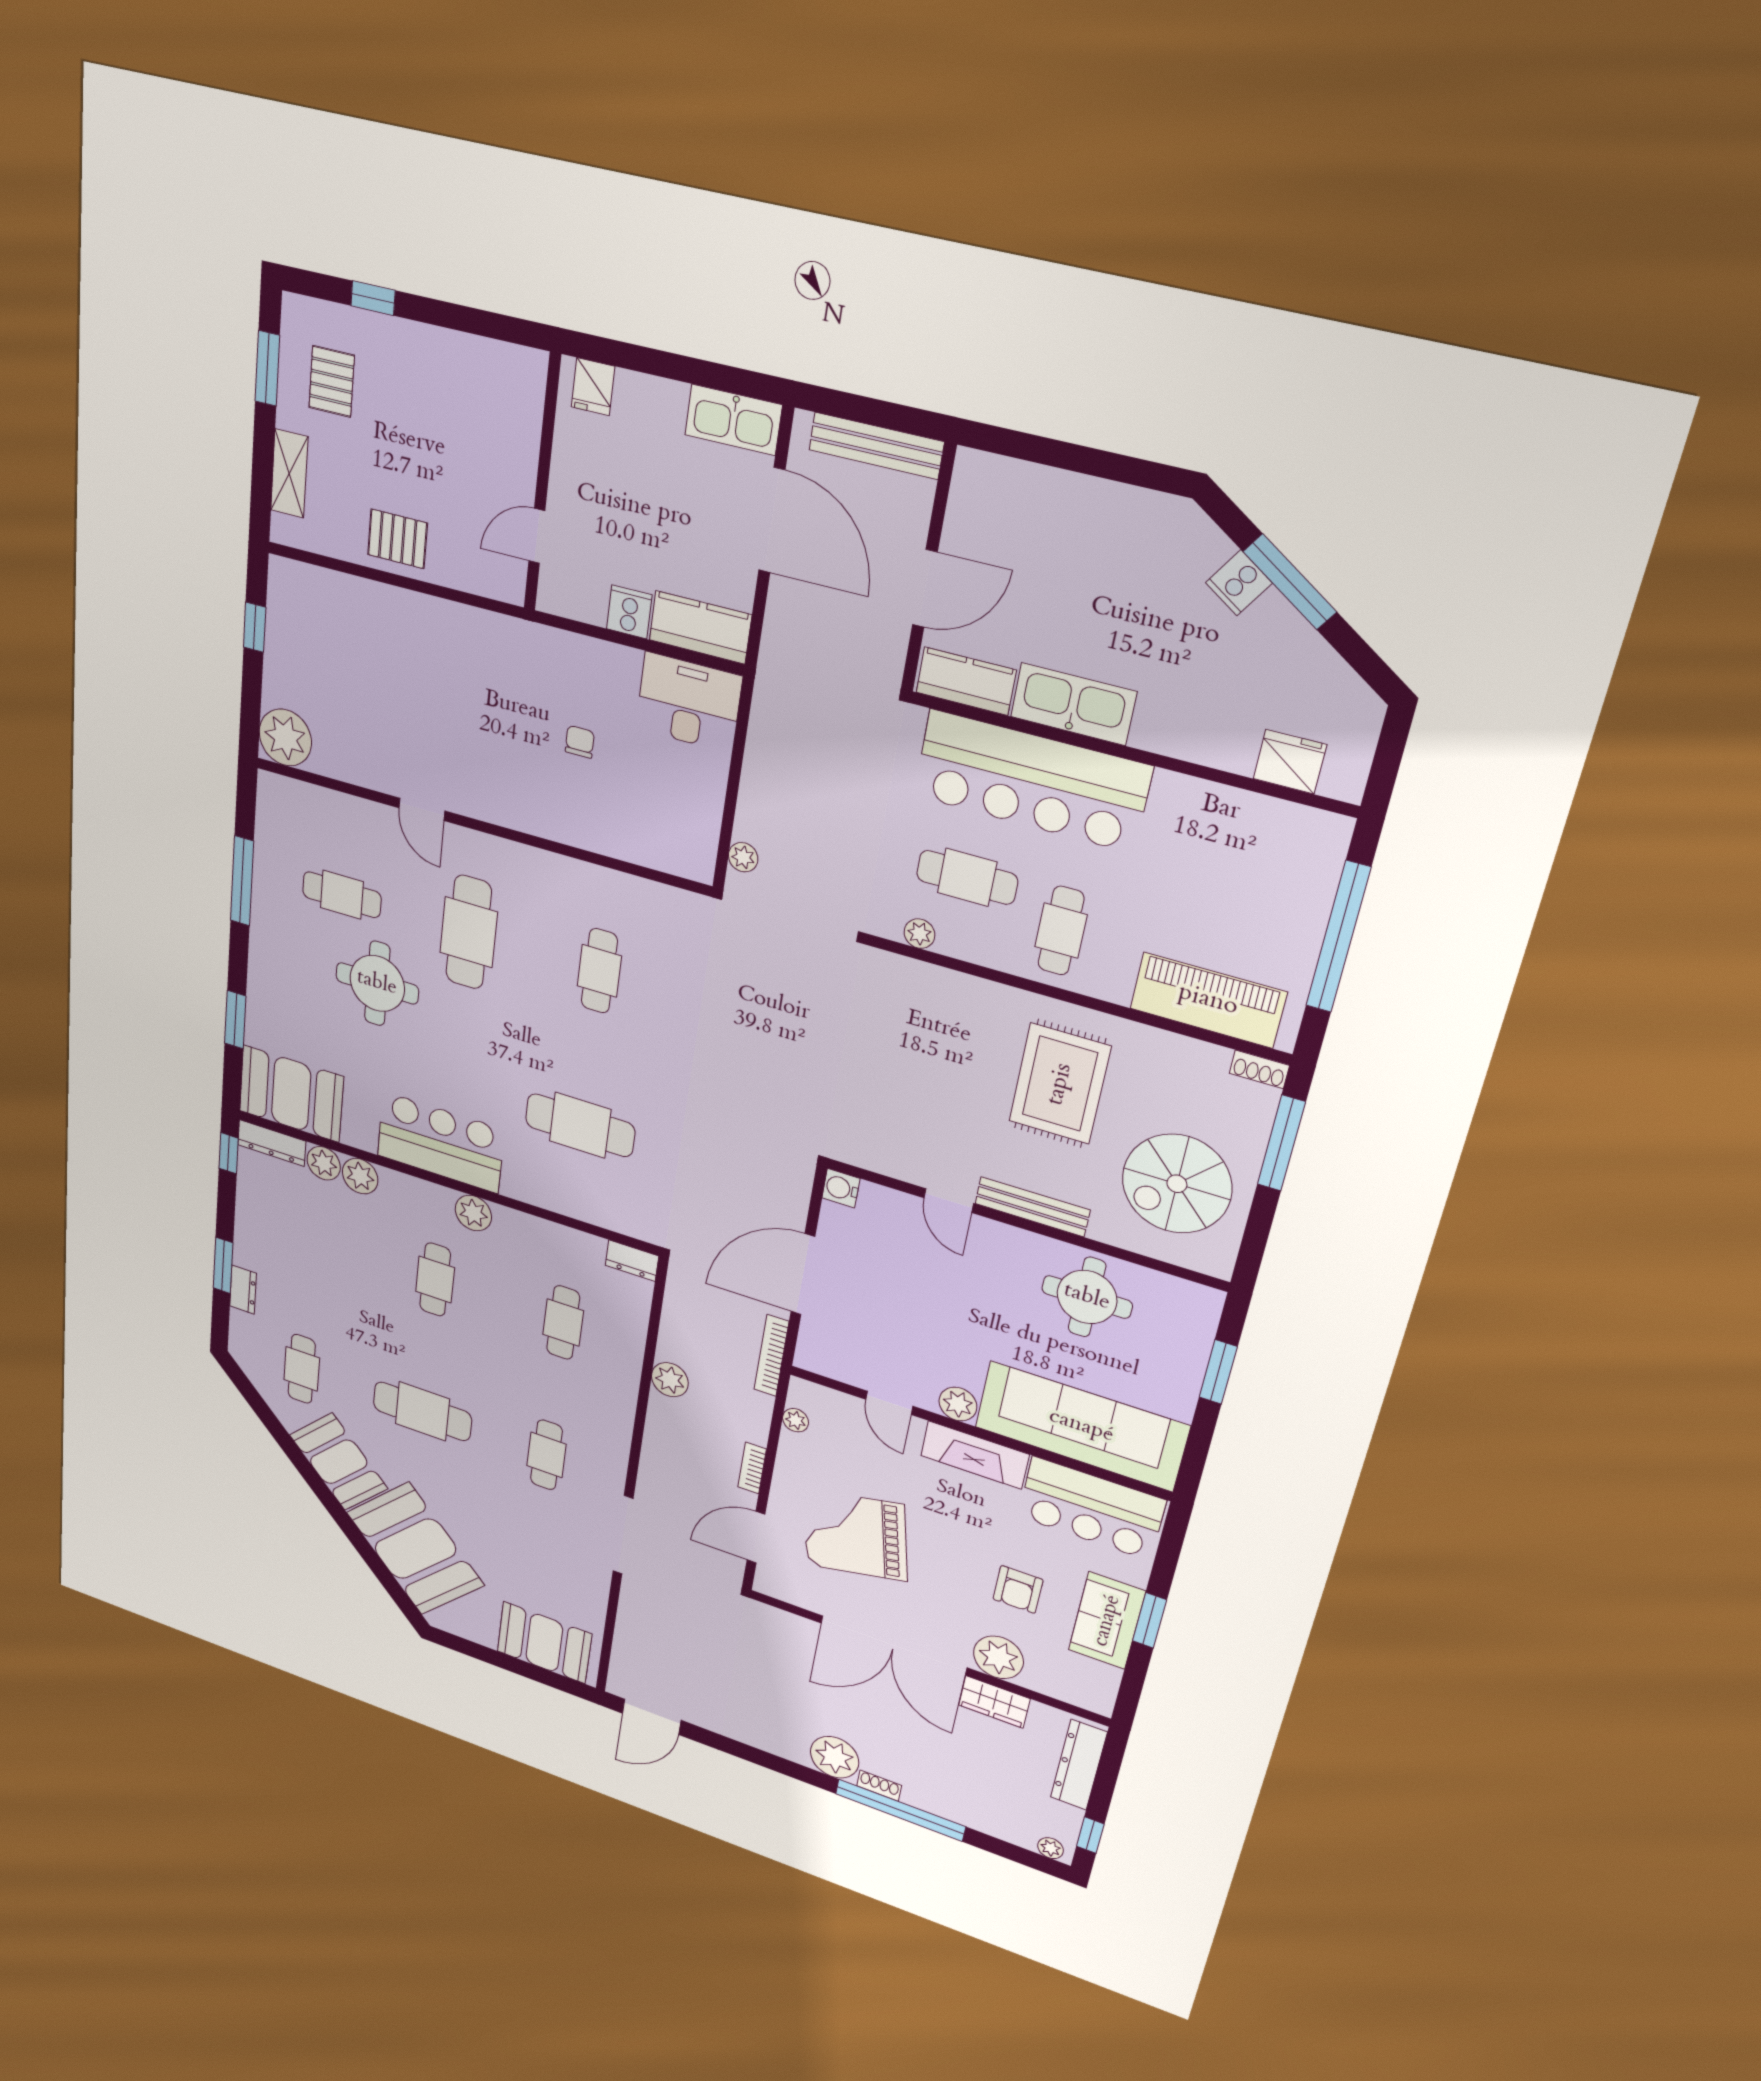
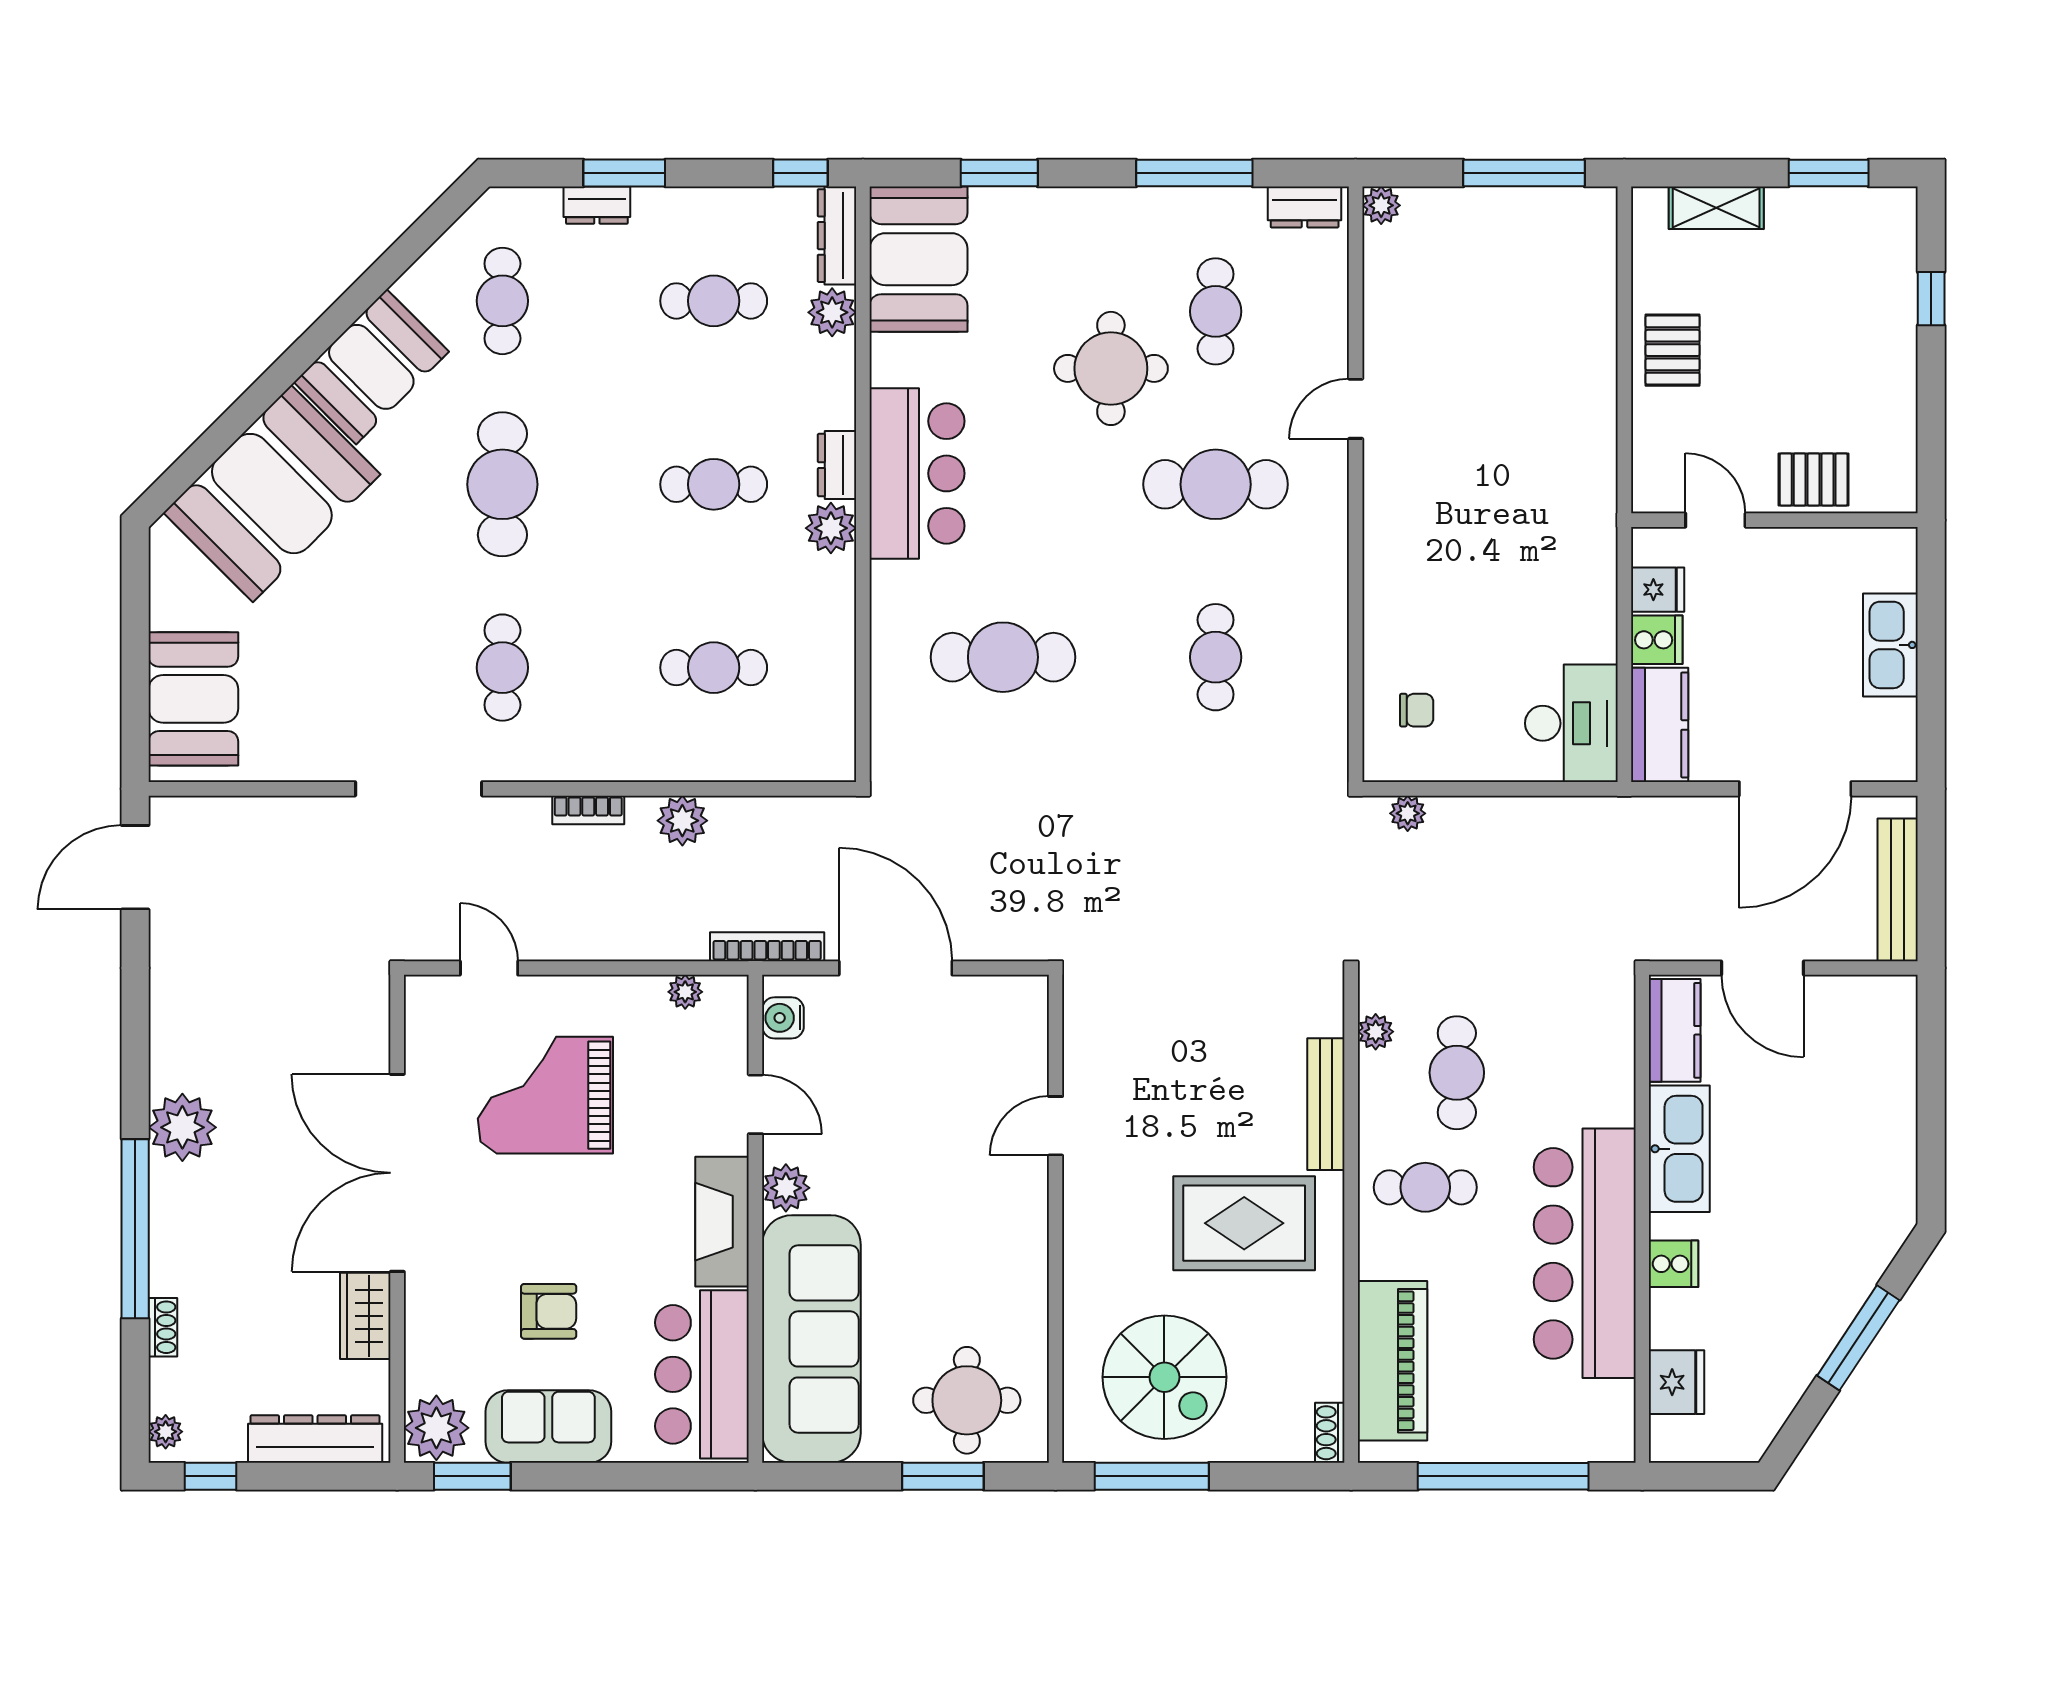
pallet: (332, 381) -> (1814, 480), moved
fridge: (593, 387) -> (1658, 590), moved, turned 180
kitchen sink: (733, 420) -> (1890, 645), moved
cooker: (1239, 583) -> (1674, 1264), moved, turned 146
window: (255, 627) -> (1524, 173), width x2.17
plant: (285, 737) -> (1381, 205), width x0.53, depth x0.53
chair: (580, 742) -> (1417, 710), moved
bar counter: (1032, 781) -> (1585, 1253), moved
dresser: (271, 806) -> (1305, 207), added
cafe table: (599, 971) -> (1216, 657), turned 90
cafe table: (580, 1125) -> (1003, 657), turned 90
window: (1281, 1143) -> (1152, 1476), moved
plant: (360, 1176) -> (831, 366), removed
spiral stairs: (1177, 1184) -> (1164, 1377), turned 180
water cooler: (841, 1188) -> (783, 1018), moved, turned -90
bench: (1032, 1207) -> (1326, 1104), moved
cafe table: (311, 1238) -> (714, 301), added
dresser: (632, 1261) -> (837, 465), moved
round table: (1087, 1297) -> (967, 1400), moved
cafe table: (302, 1369) -> (502, 301), turned 90
door: (889, 1403) -> (755, 1104), swing flipped
cafe table: (546, 1455) -> (502, 668), turned 90
bookcase: (752, 1468) -> (588, 810), moved, turned 180
grand piano: (855, 1535) -> (545, 1095), turned -78
door: (756, 1537) -> (489, 968), width x0.73
armchair: (1018, 1589) -> (549, 1311), turned 180
window: (1150, 1620) -> (472, 1476), moved
plant: (998, 1657) -> (436, 1428), moved
door: (652, 1717) -> (135, 867), hinge flipped
shoe rack: (879, 1786) -> (163, 1327), moved

